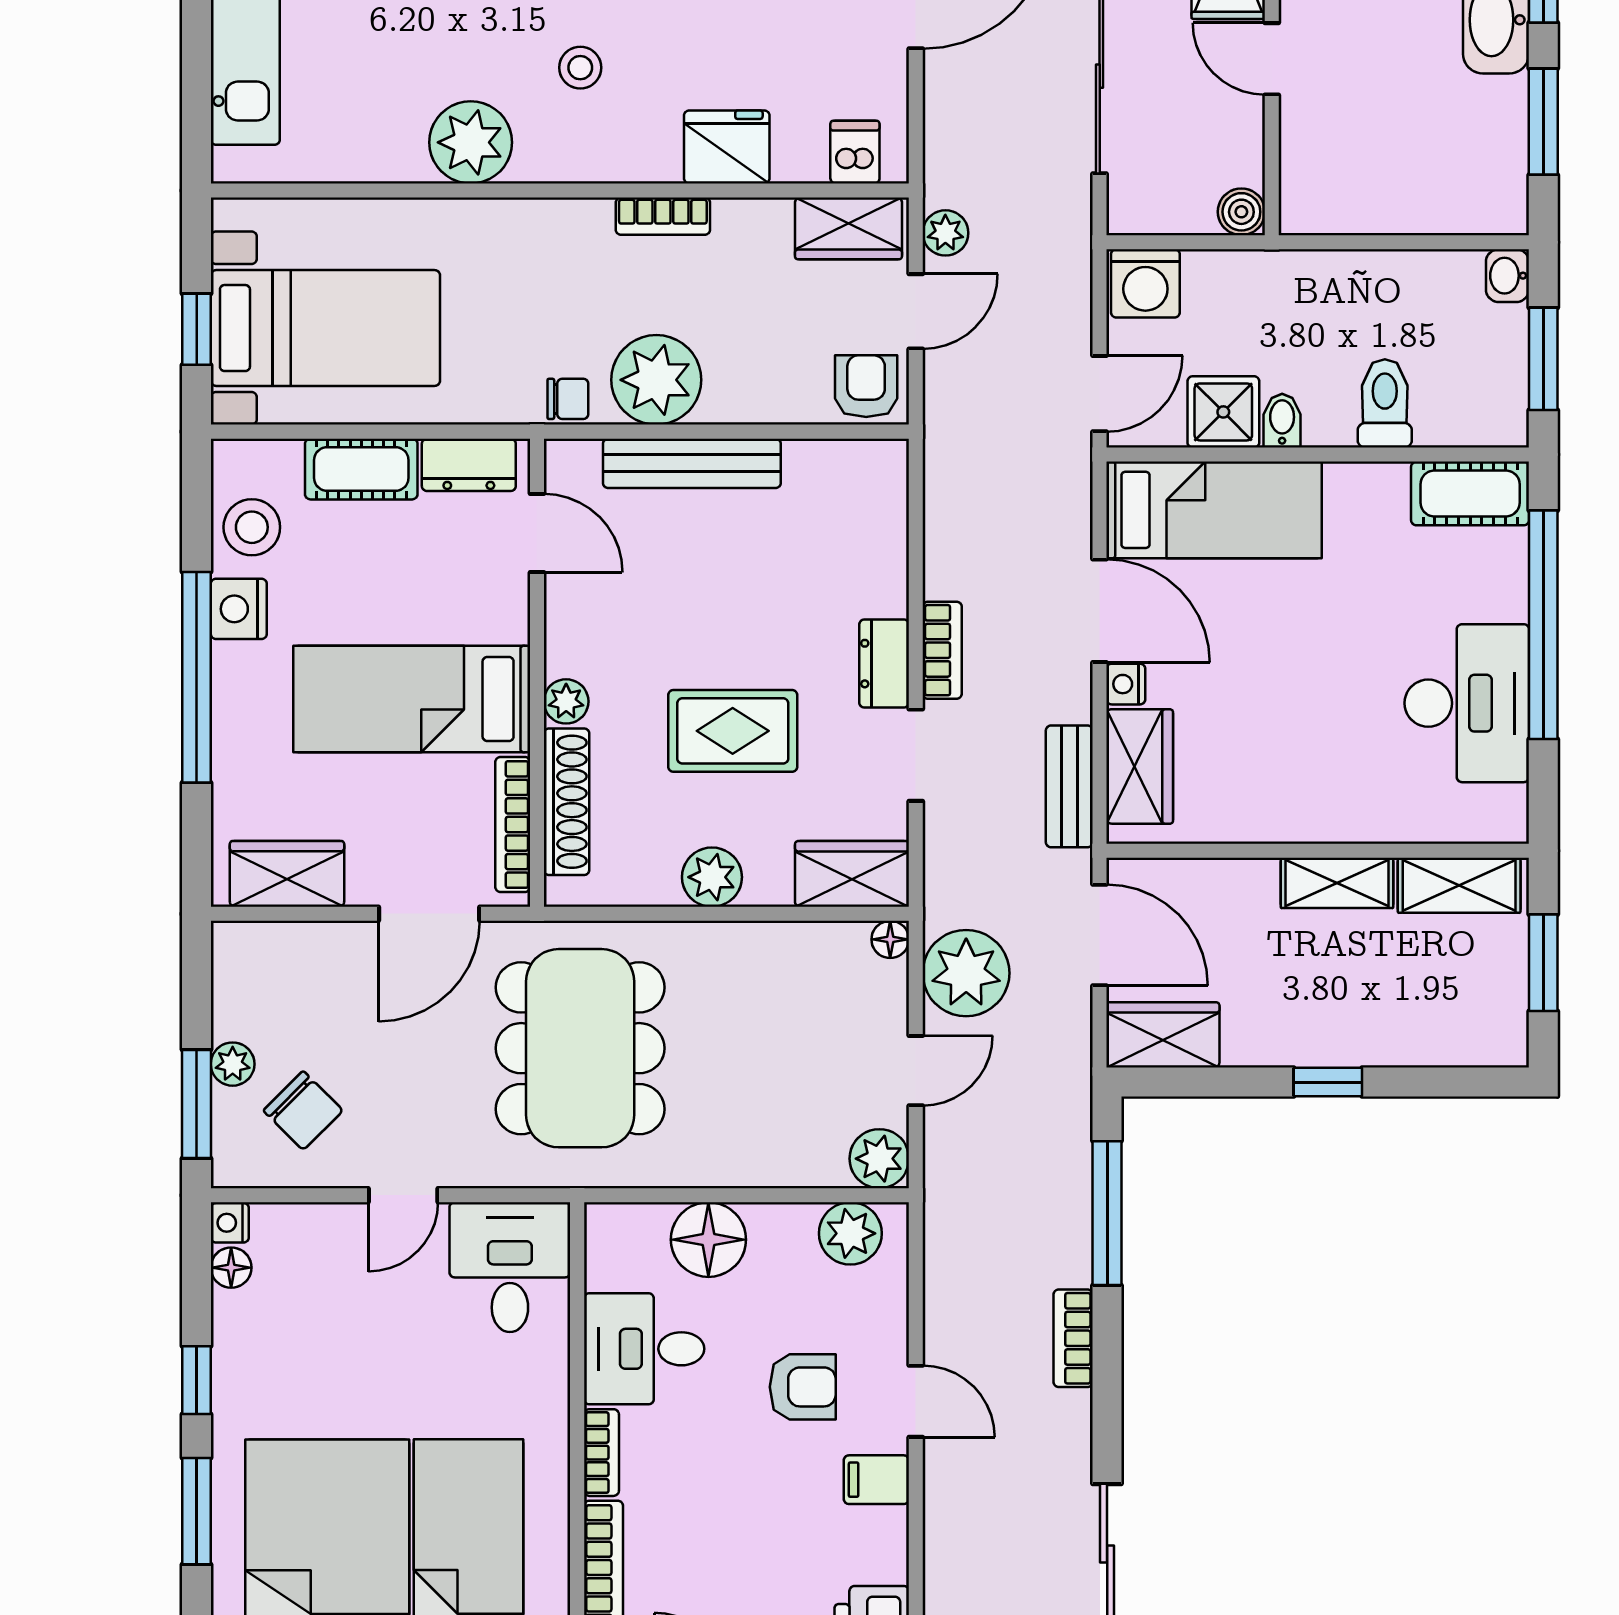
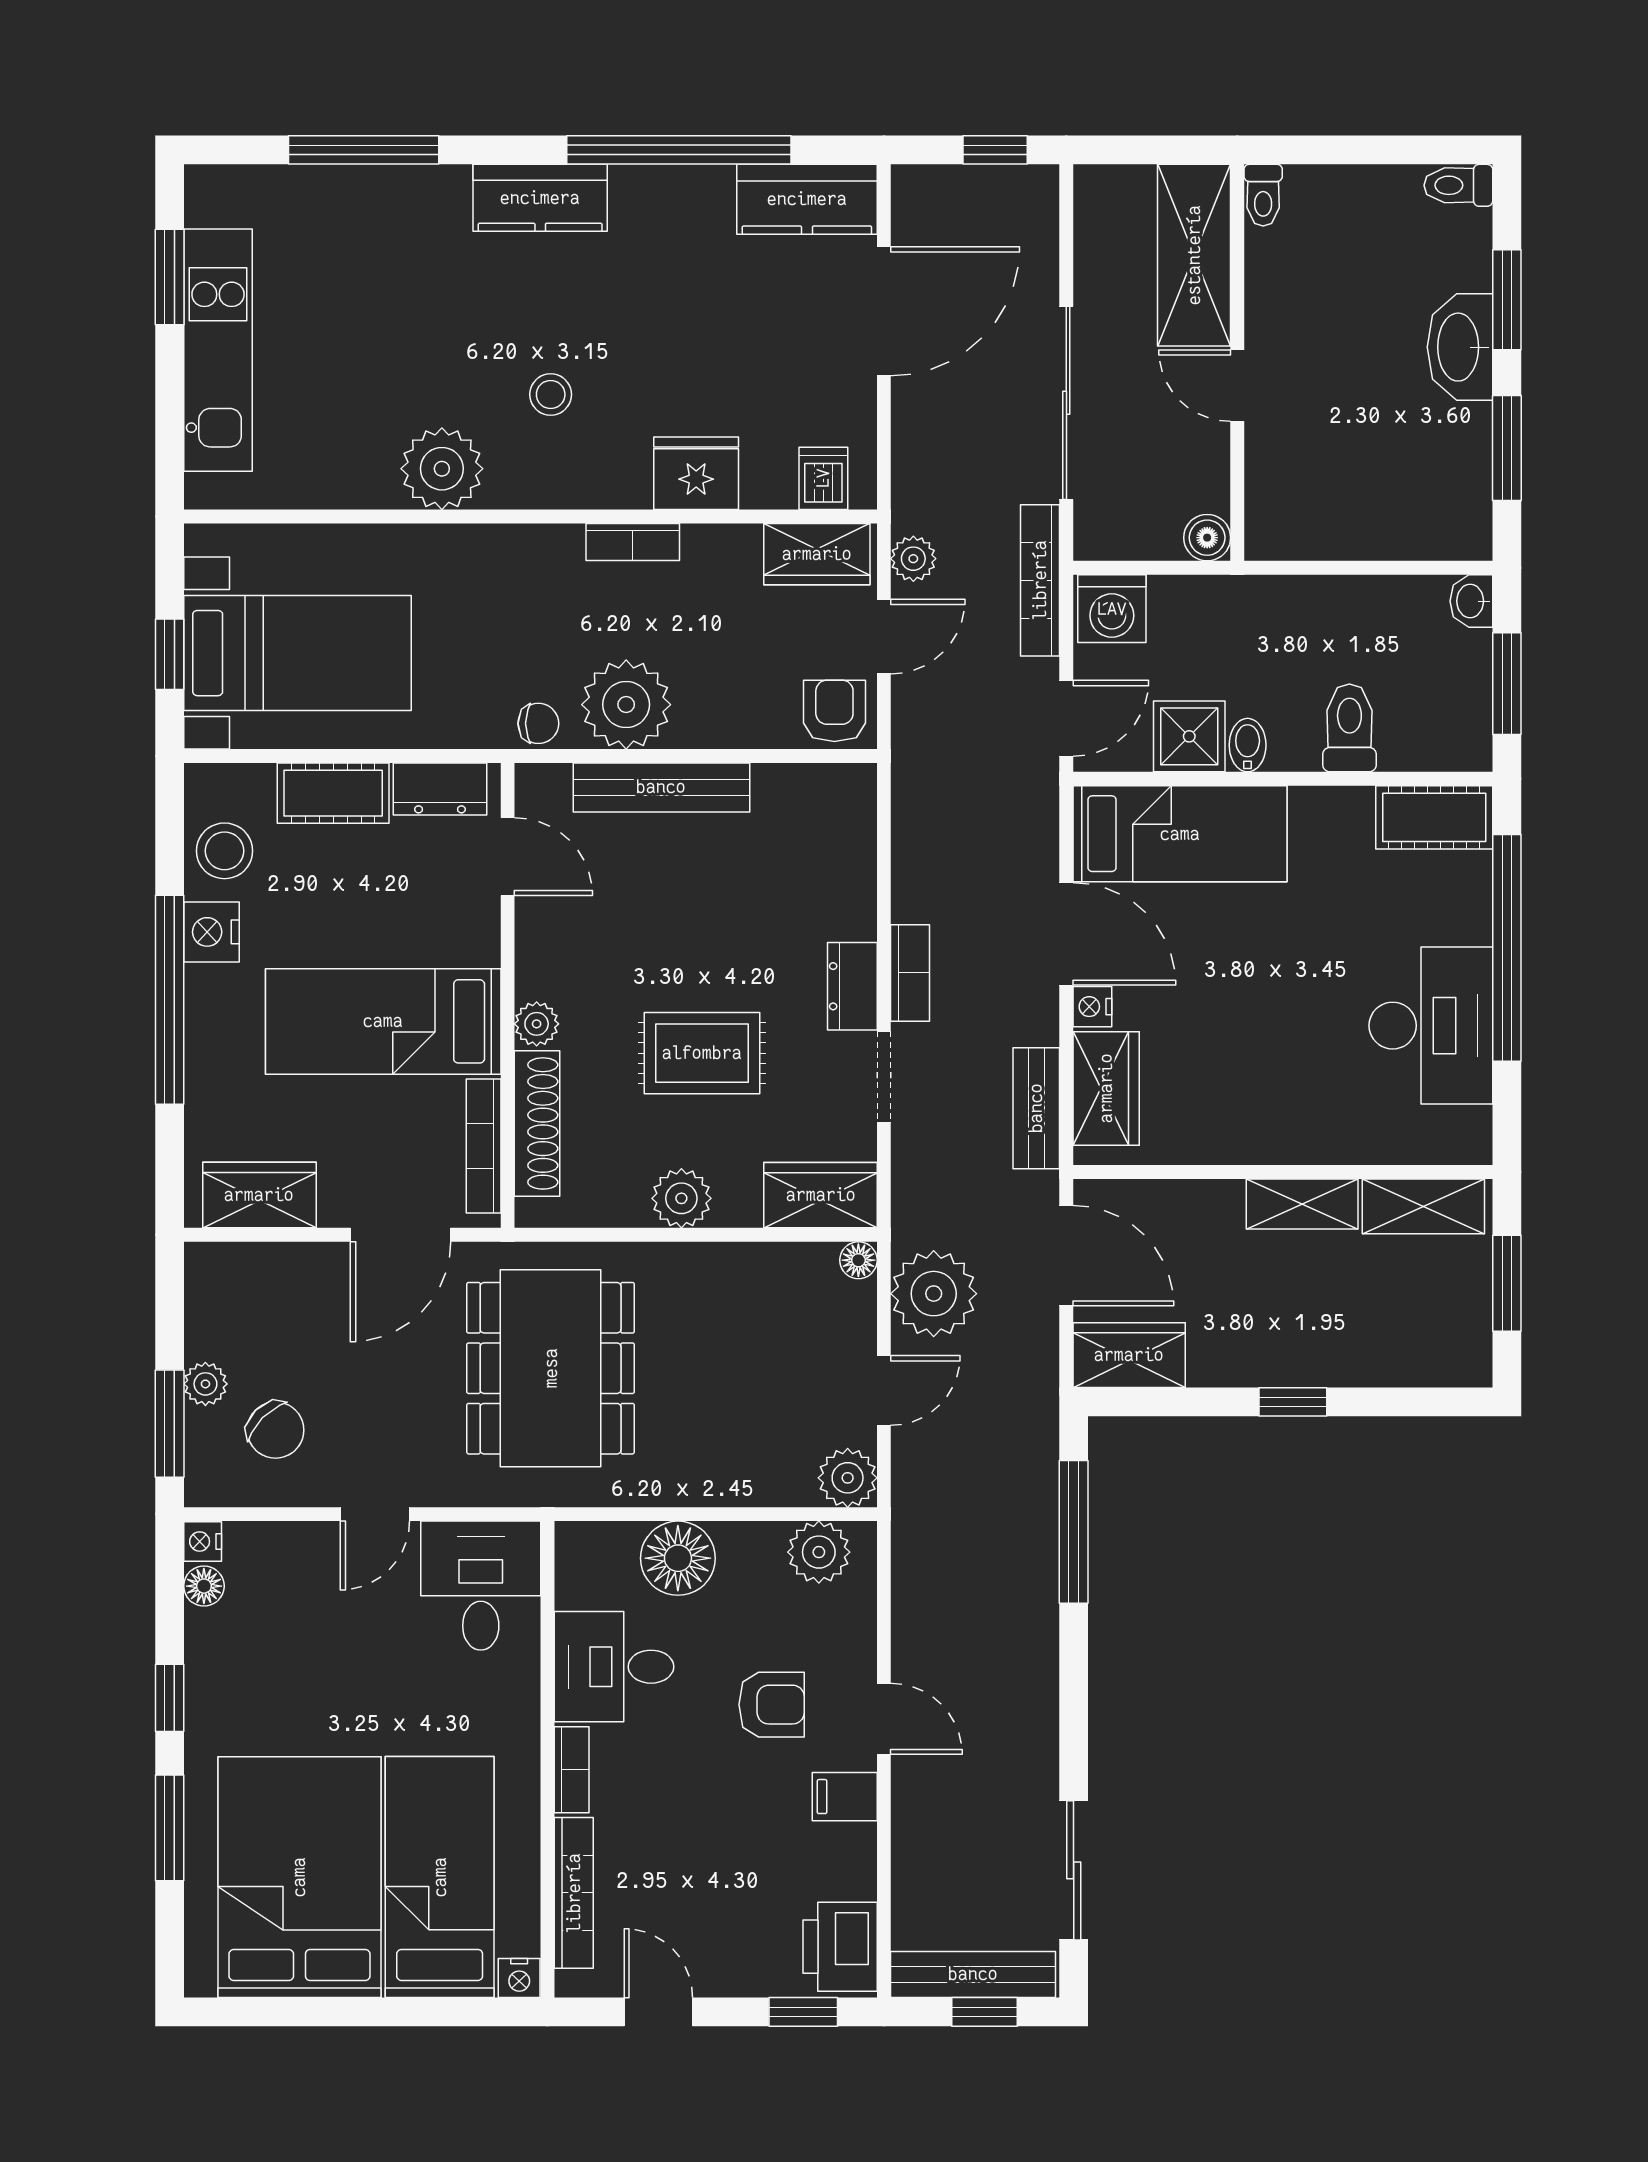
bookcase: (1073, 1338) -> (1040, 580), moved, width x1.56

